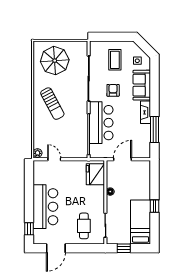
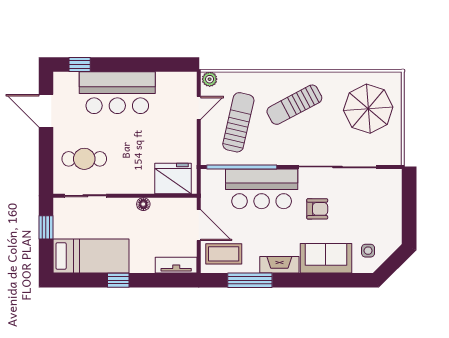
coffee table: (115, 60) -> (224, 254), moved
sun lounger: (63, 136) -> (238, 122), added
tv unit: (146, 172) -> (176, 265), added

